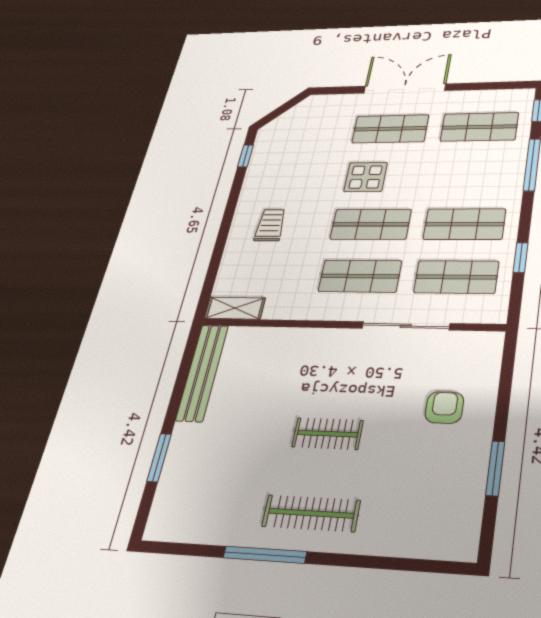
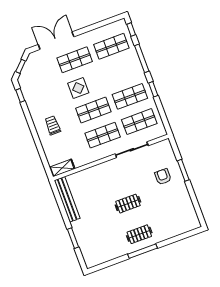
double door: (405, 88) -> (56, 41), moved
window: (280, 111) -> (21, 66), added
window: (521, 258) -> (153, 89), moved
window: (495, 468) -> (183, 170), moved
clothes rail: (311, 513) -> (139, 234), width x0.73
window: (265, 555) -> (142, 251), moved

